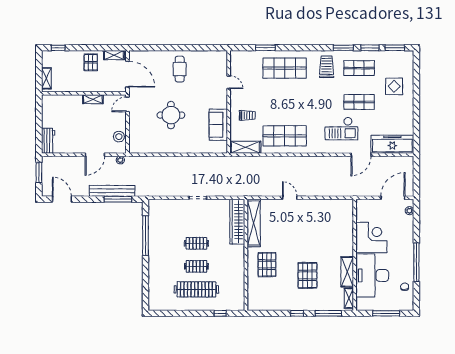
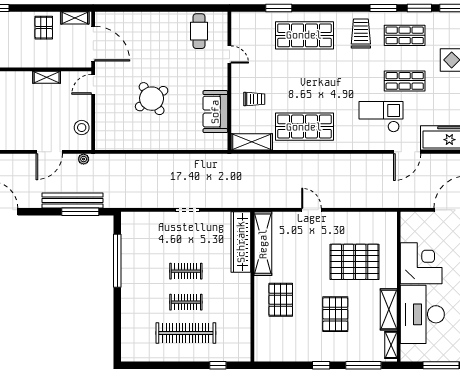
cafe table: (180, 69) -> (199, 31), moved
round table: (171, 115) -> (152, 99), turned -34
checkout: (341, 129) -> (381, 117), turned 180
pallet: (322, 236) -> (355, 262), added

